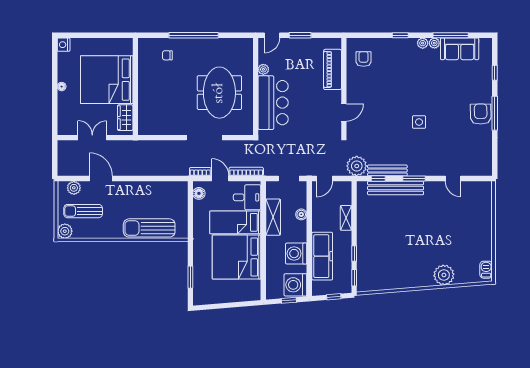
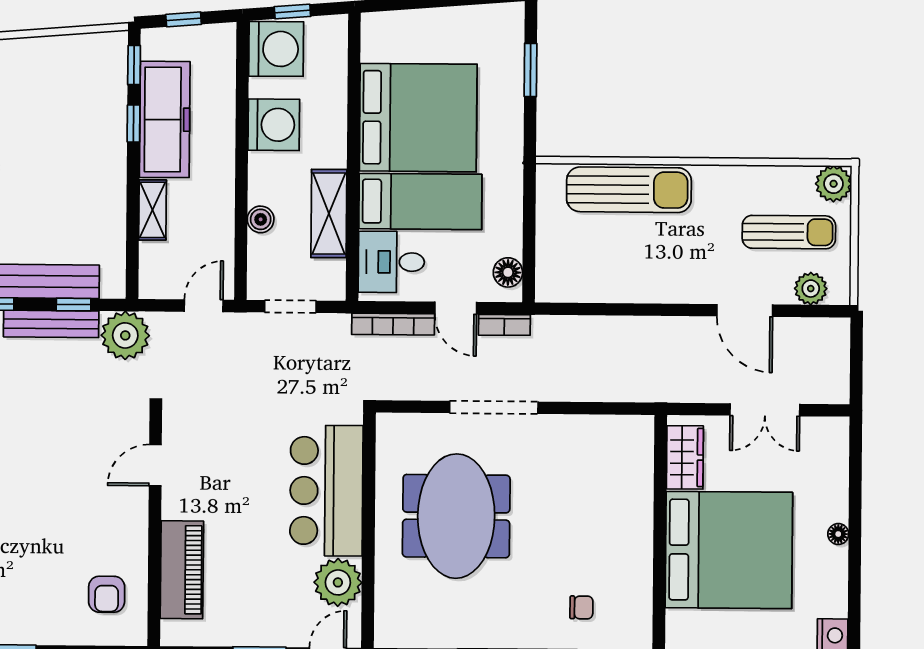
plant: (263, 69) -> (338, 582), width x1.88, depth x1.88
freezer: (322, 256) -> (165, 119), moved, turned 180

